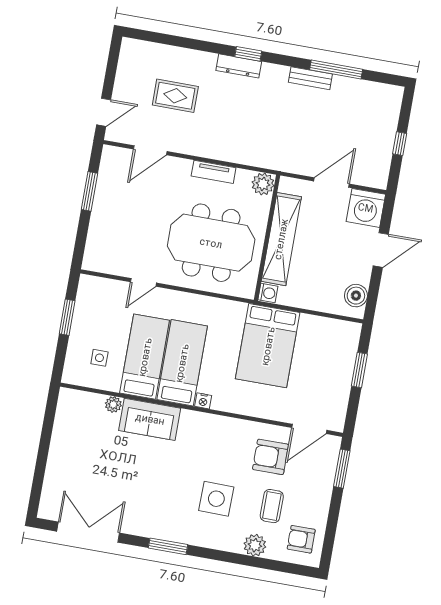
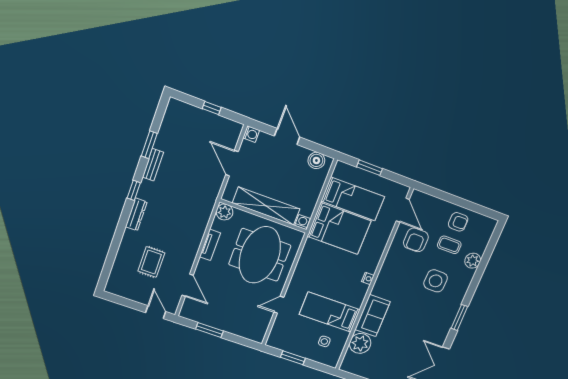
window: (248, 54) -> (134, 190), moved
window: (336, 70) -> (149, 145), width x0.69
washing machine: (366, 208) -> (251, 134), width x0.53, depth x0.53
door: (143, 282) -> (279, 305), swing flipped
bed: (182, 363) -> (353, 199), moved, turned 180
plant: (113, 404) -> (360, 343), width x1.87, depth x1.87
window: (342, 469) -> (435, 193), removed
armchair: (301, 539) -> (458, 222), moved, turned -90

